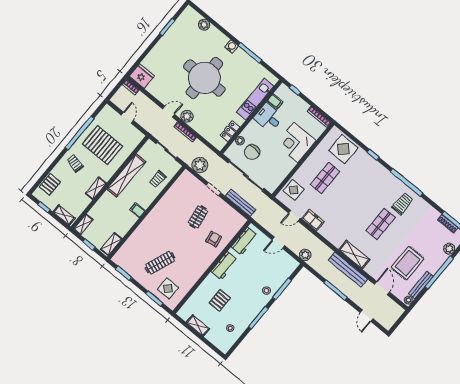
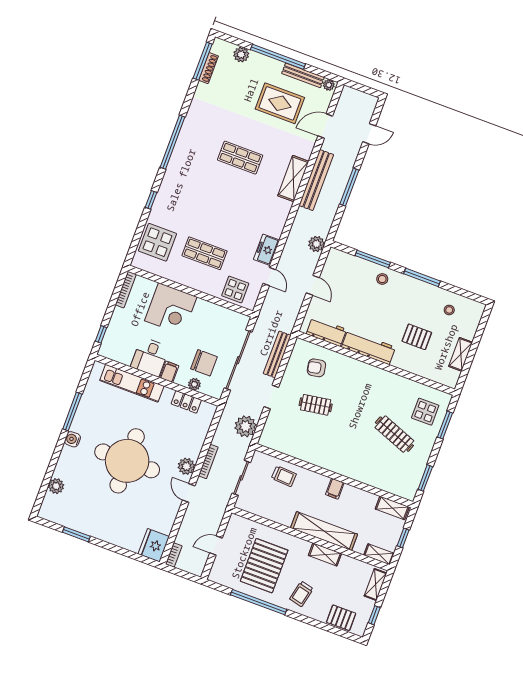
filing cabinet: (275, 102) -> (169, 372), moved
shelving: (126, 175) -> (324, 531), moved
trolley: (402, 204) -> (203, 138), removed
armchair: (214, 239) -> (316, 368), moved
workbench: (224, 266) -> (369, 347), width x1.38

